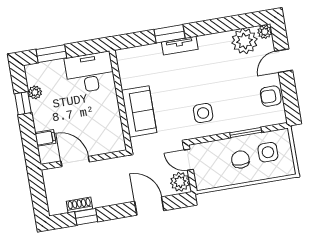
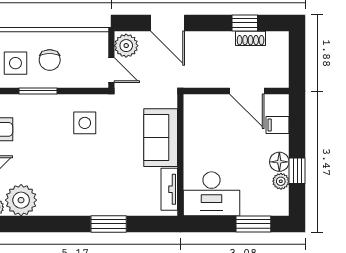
tv unit: (180, 46) -> (169, 189), moved, turned -90
floor lamp: (39, 108) -> (279, 162), added

